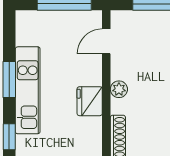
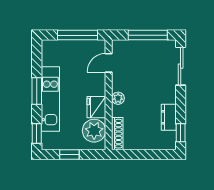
plant: (87, 133) -> (94, 131), added

